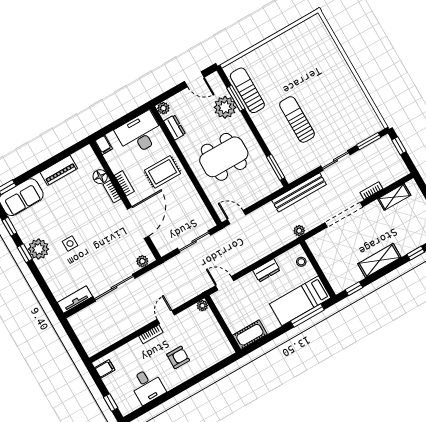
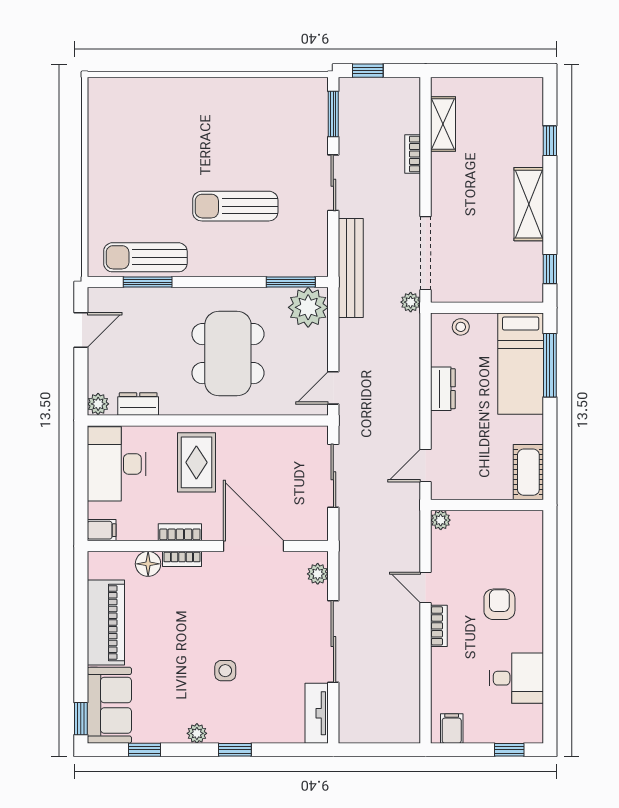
plant: (225, 107) -> (308, 307), moved
piano: (59, 170) -> (106, 623), width x1.37, depth x1.33
doorway: (344, 215) -> (426, 253), moved
plant: (38, 249) -> (197, 733), width x0.53, depth x0.53
window: (25, 253) -> (235, 750), moved

